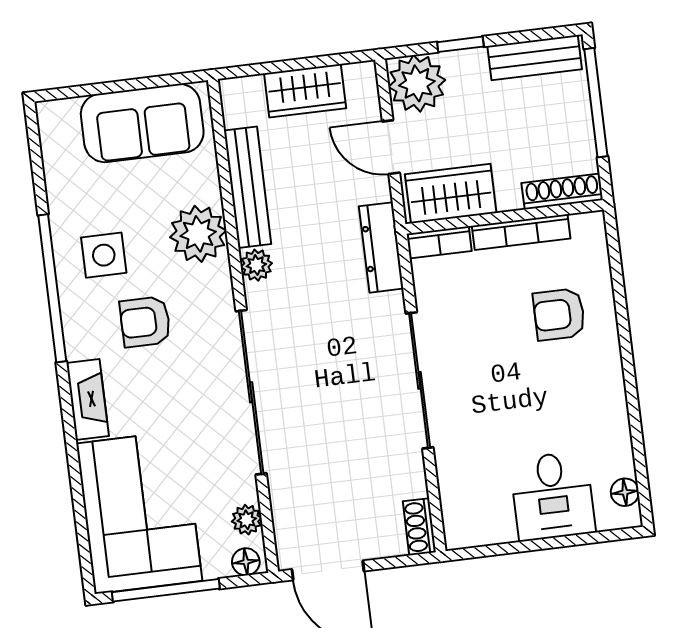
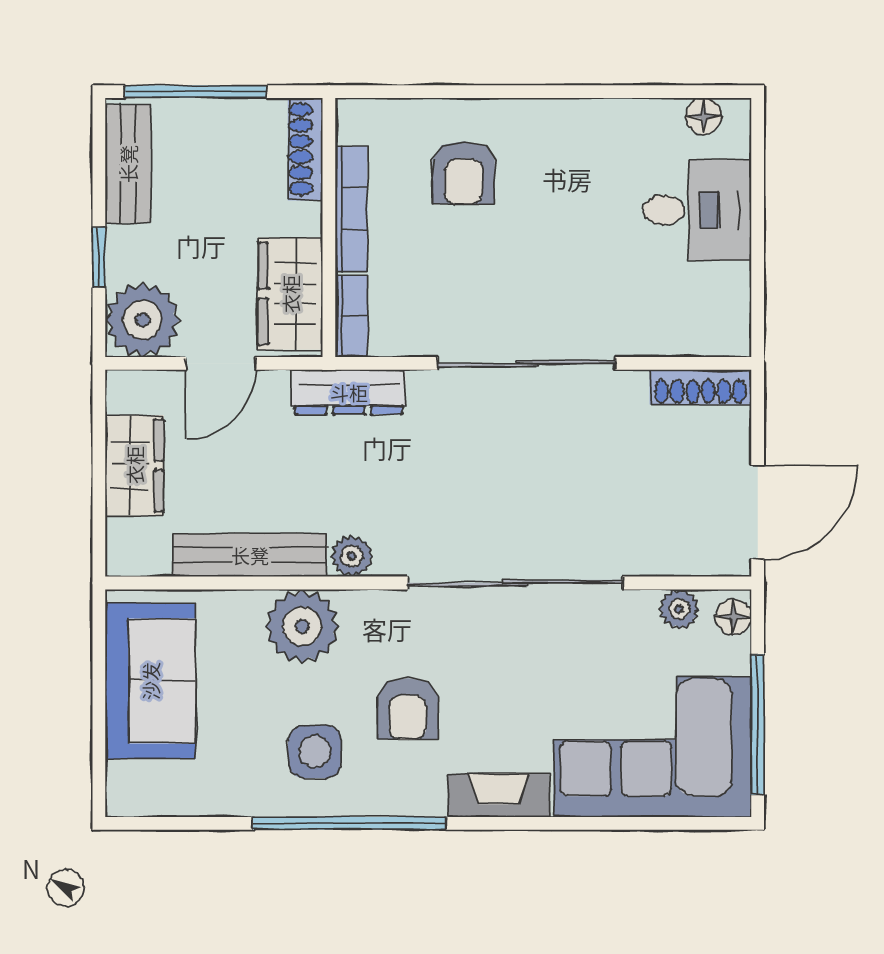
shoe rack: (419, 527) -> (700, 387), width x1.43

